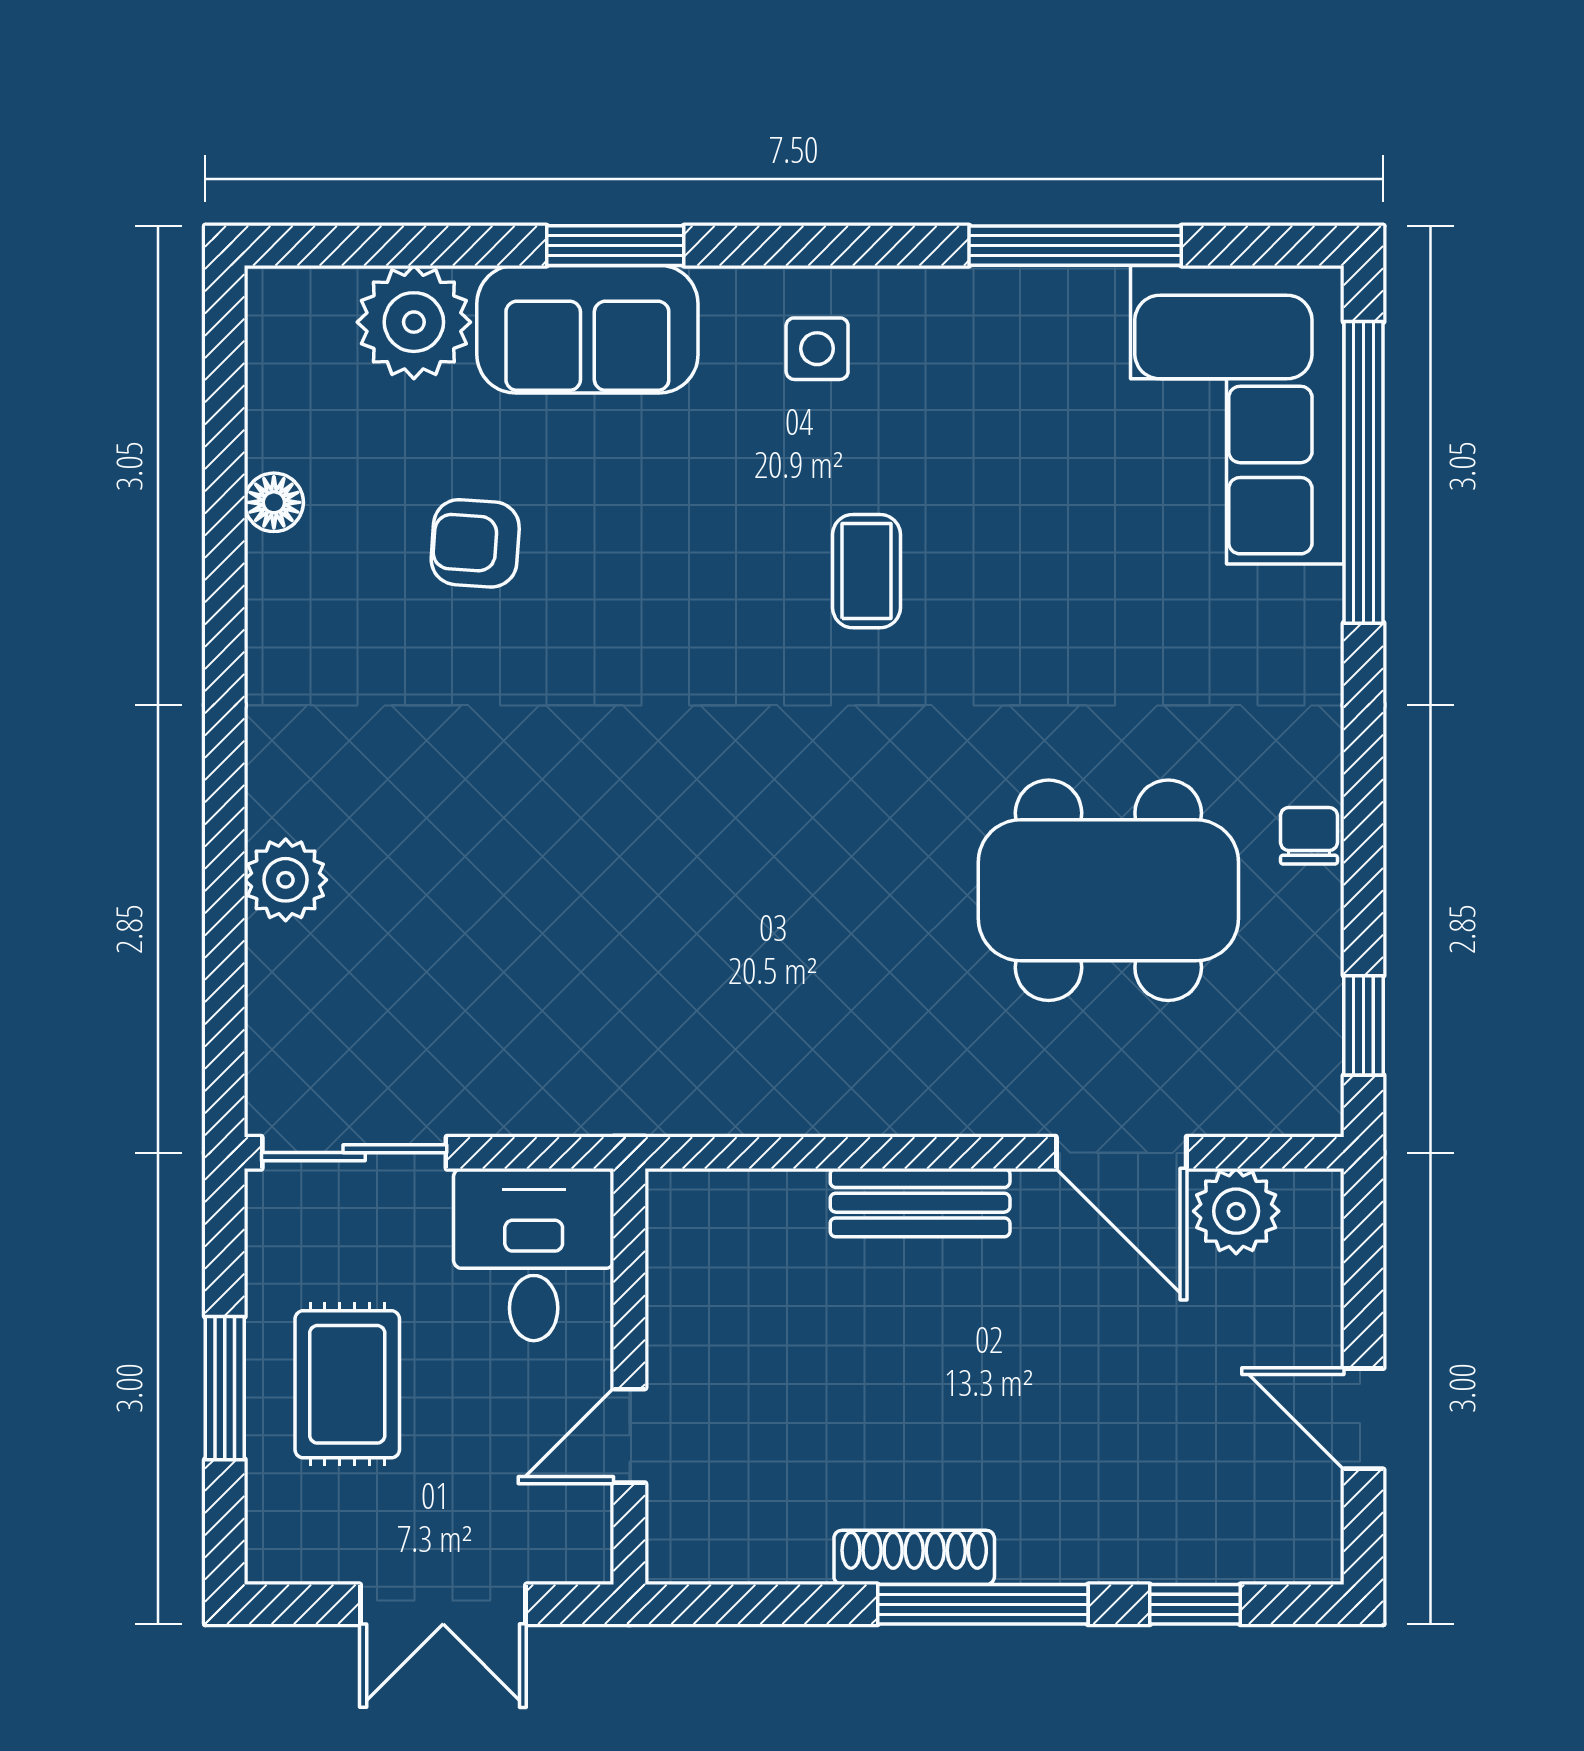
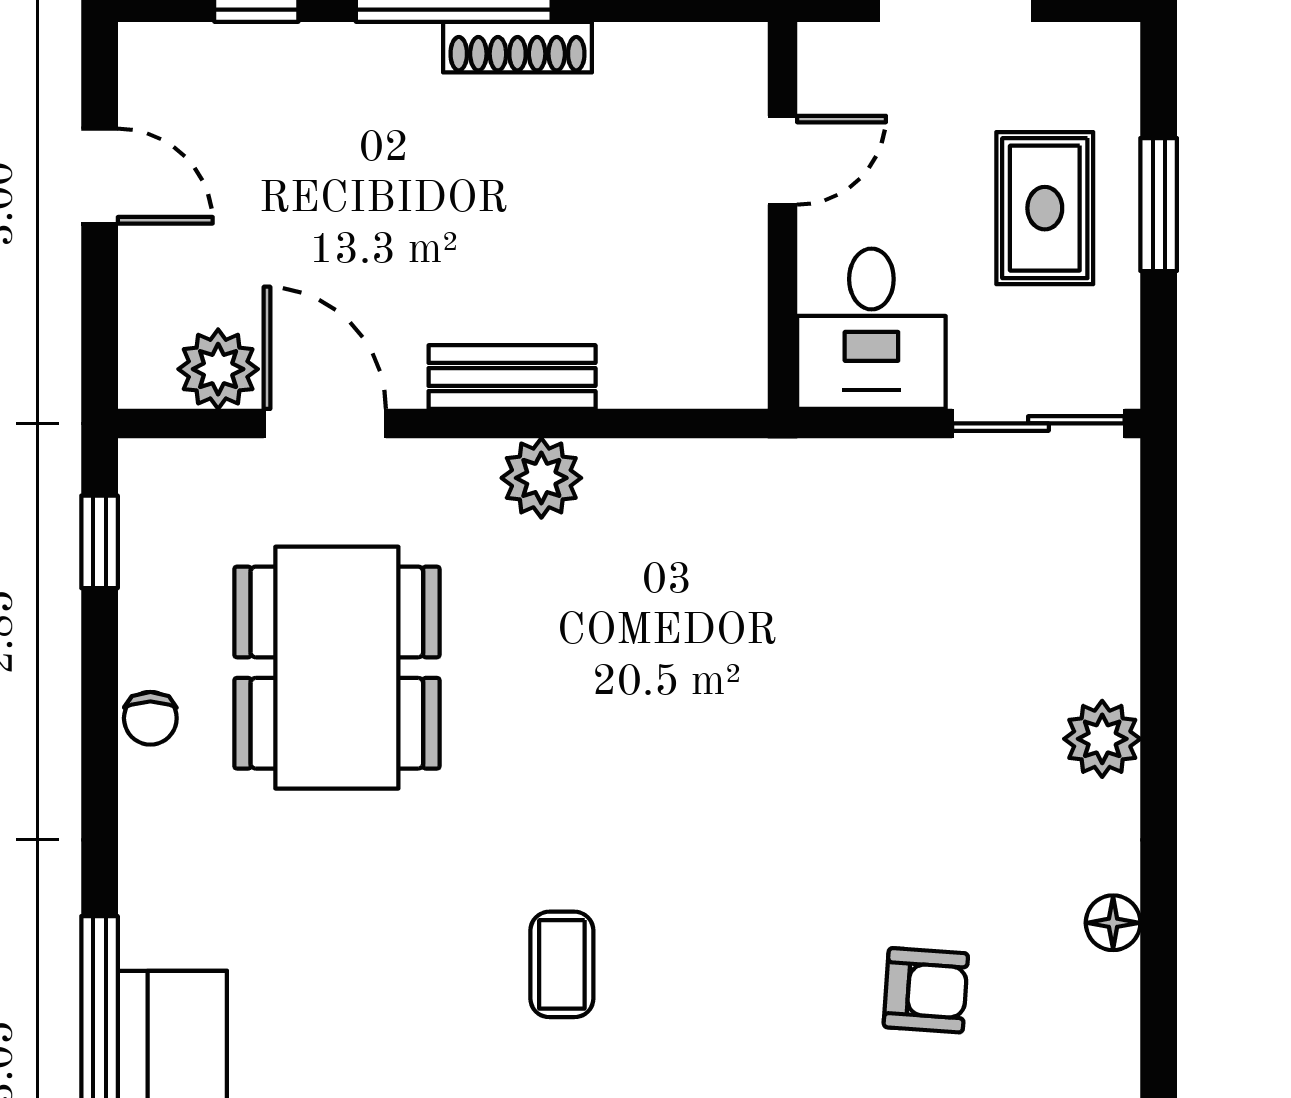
floor lamp: (274, 502) -> (1113, 923), moved
plant: (286, 880) -> (1102, 739), moved
dining table: (1108, 890) -> (337, 668), turned 90
plant: (889, 1094) -> (541, 478), added

